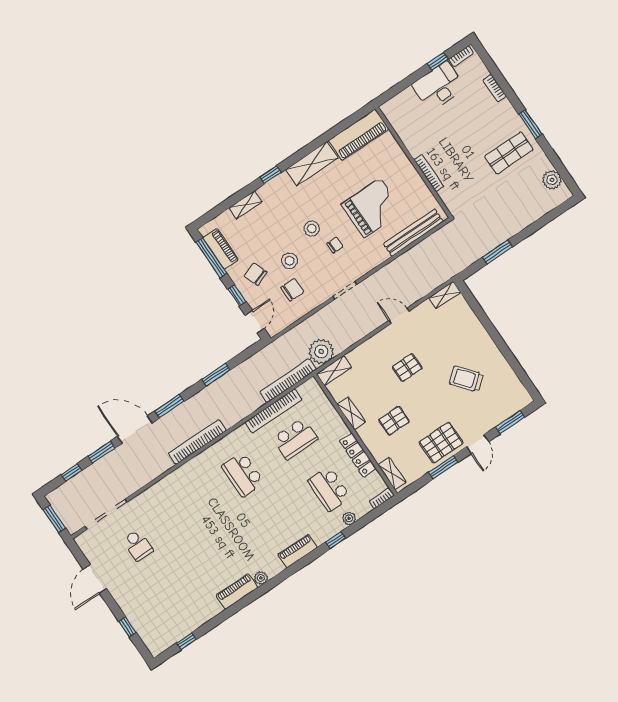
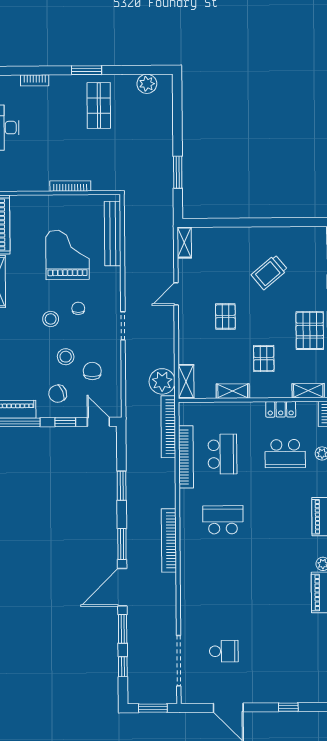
locker: (358, 455) -> (281, 409), width x0.66
school desk: (243, 474) -> (223, 520), turned 180

